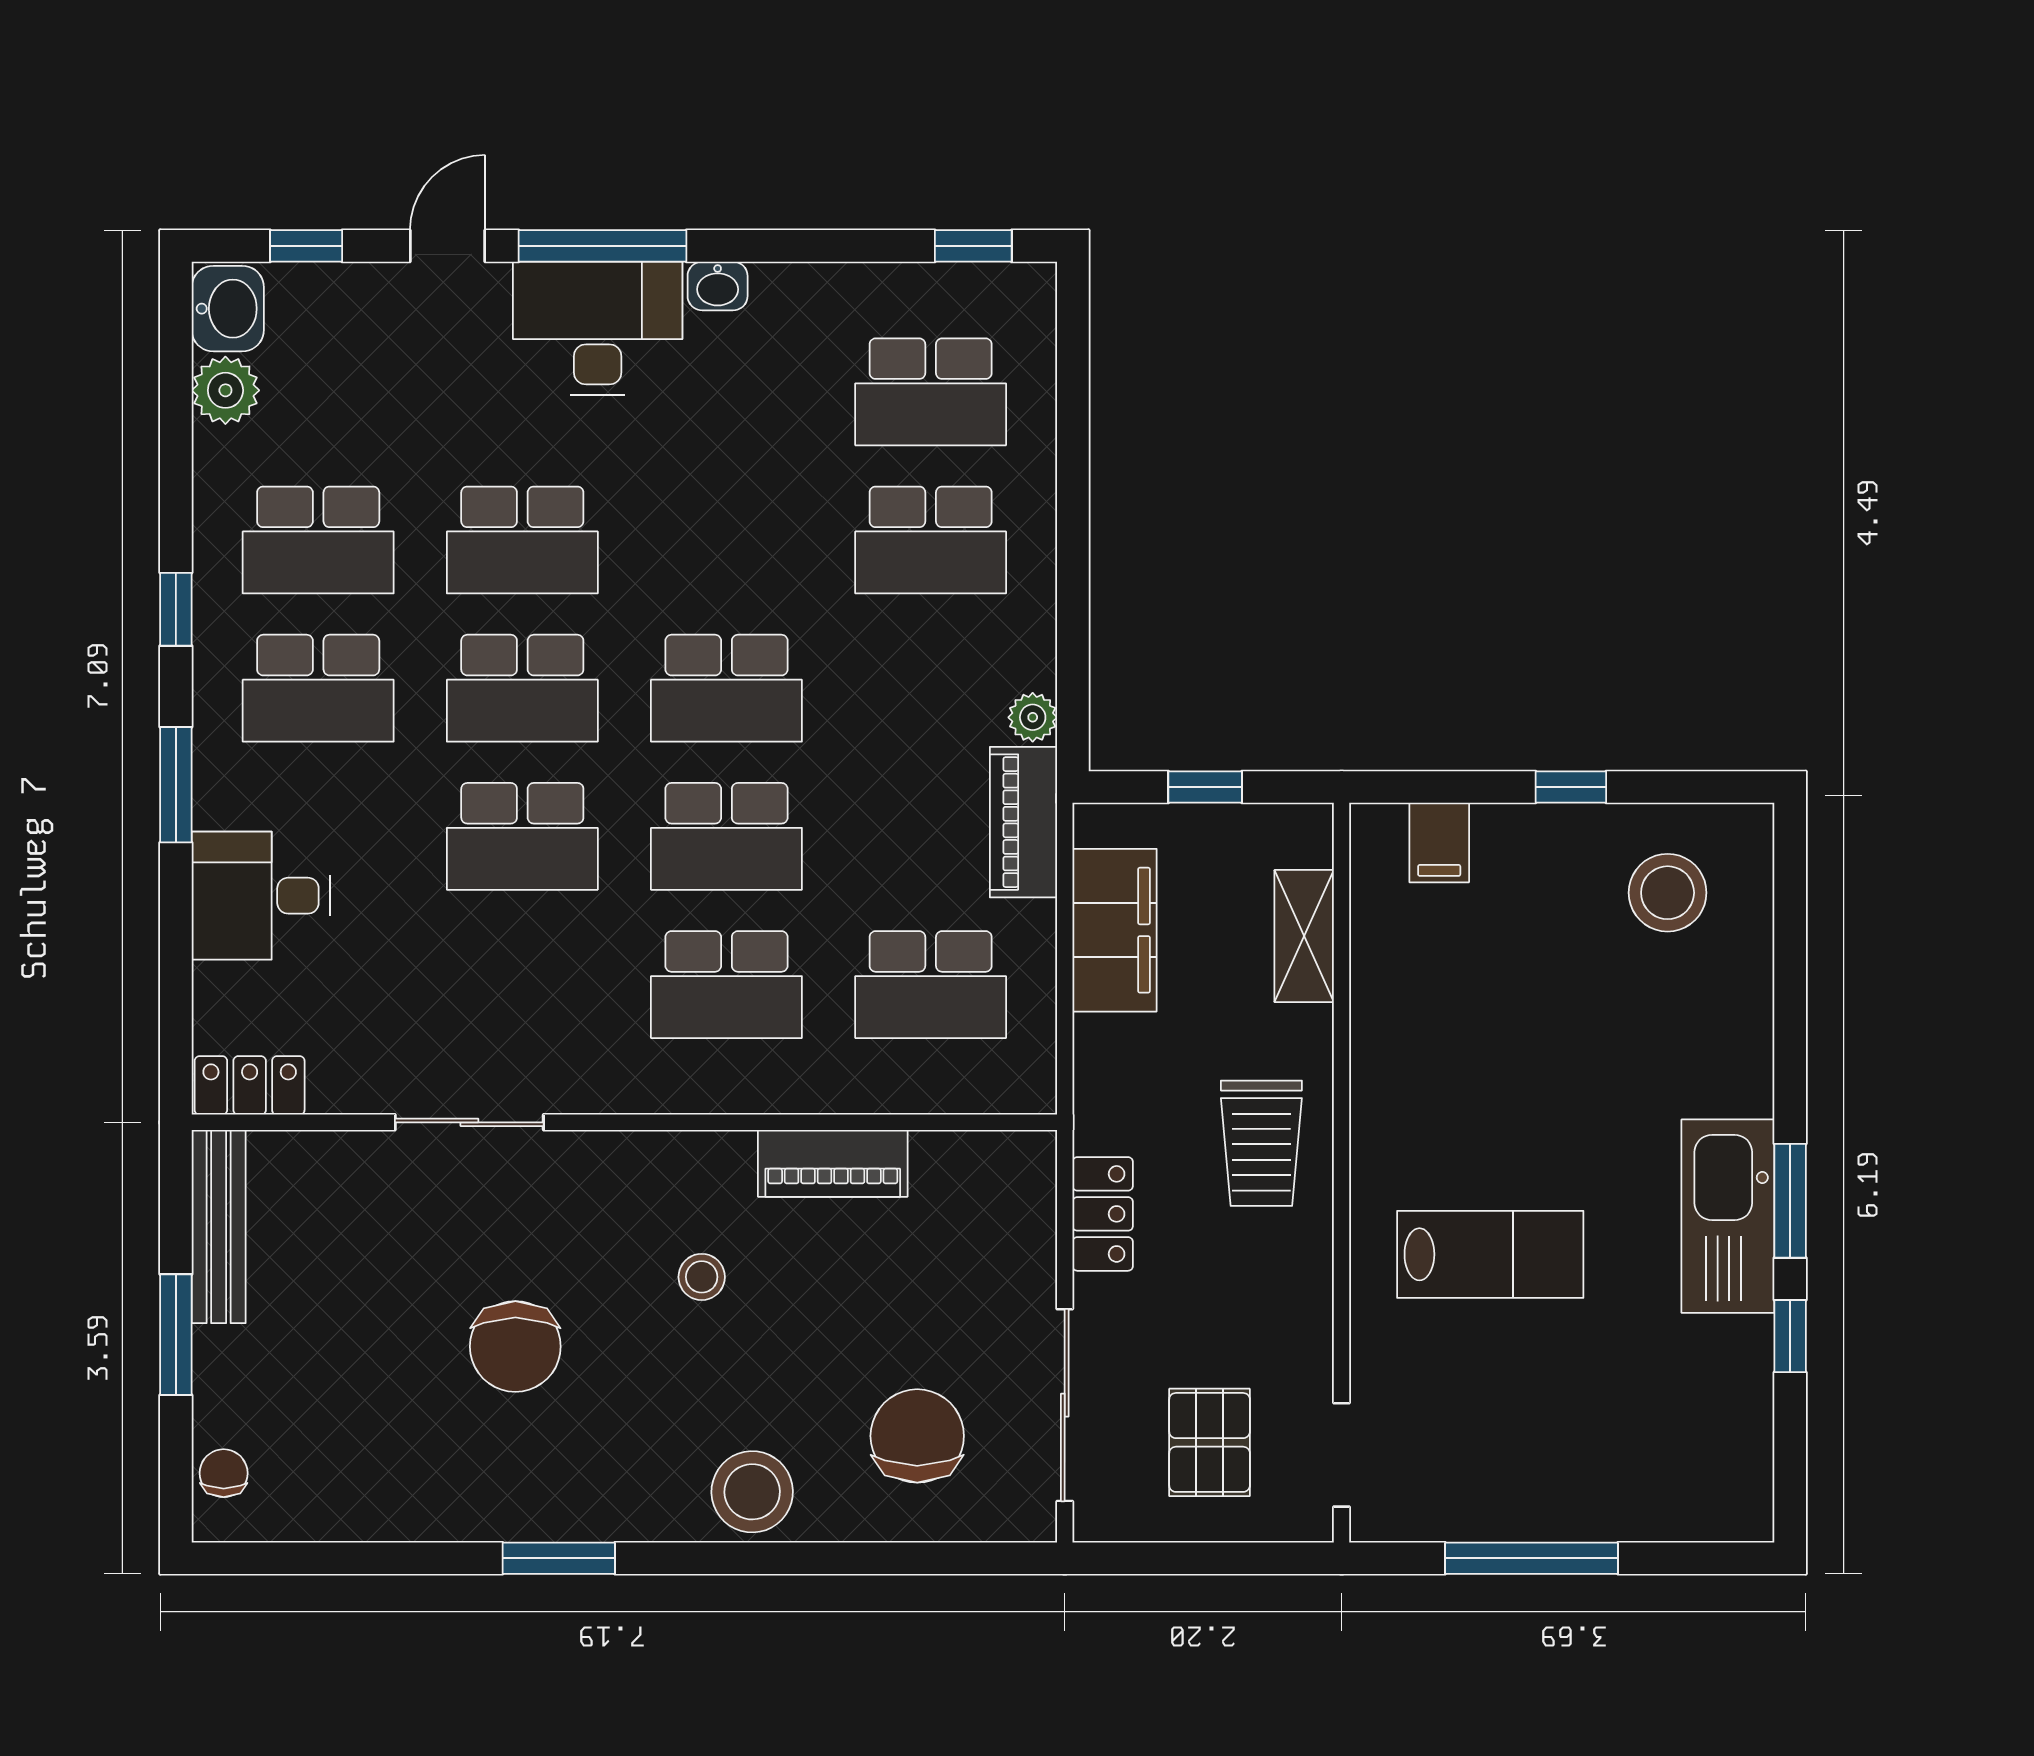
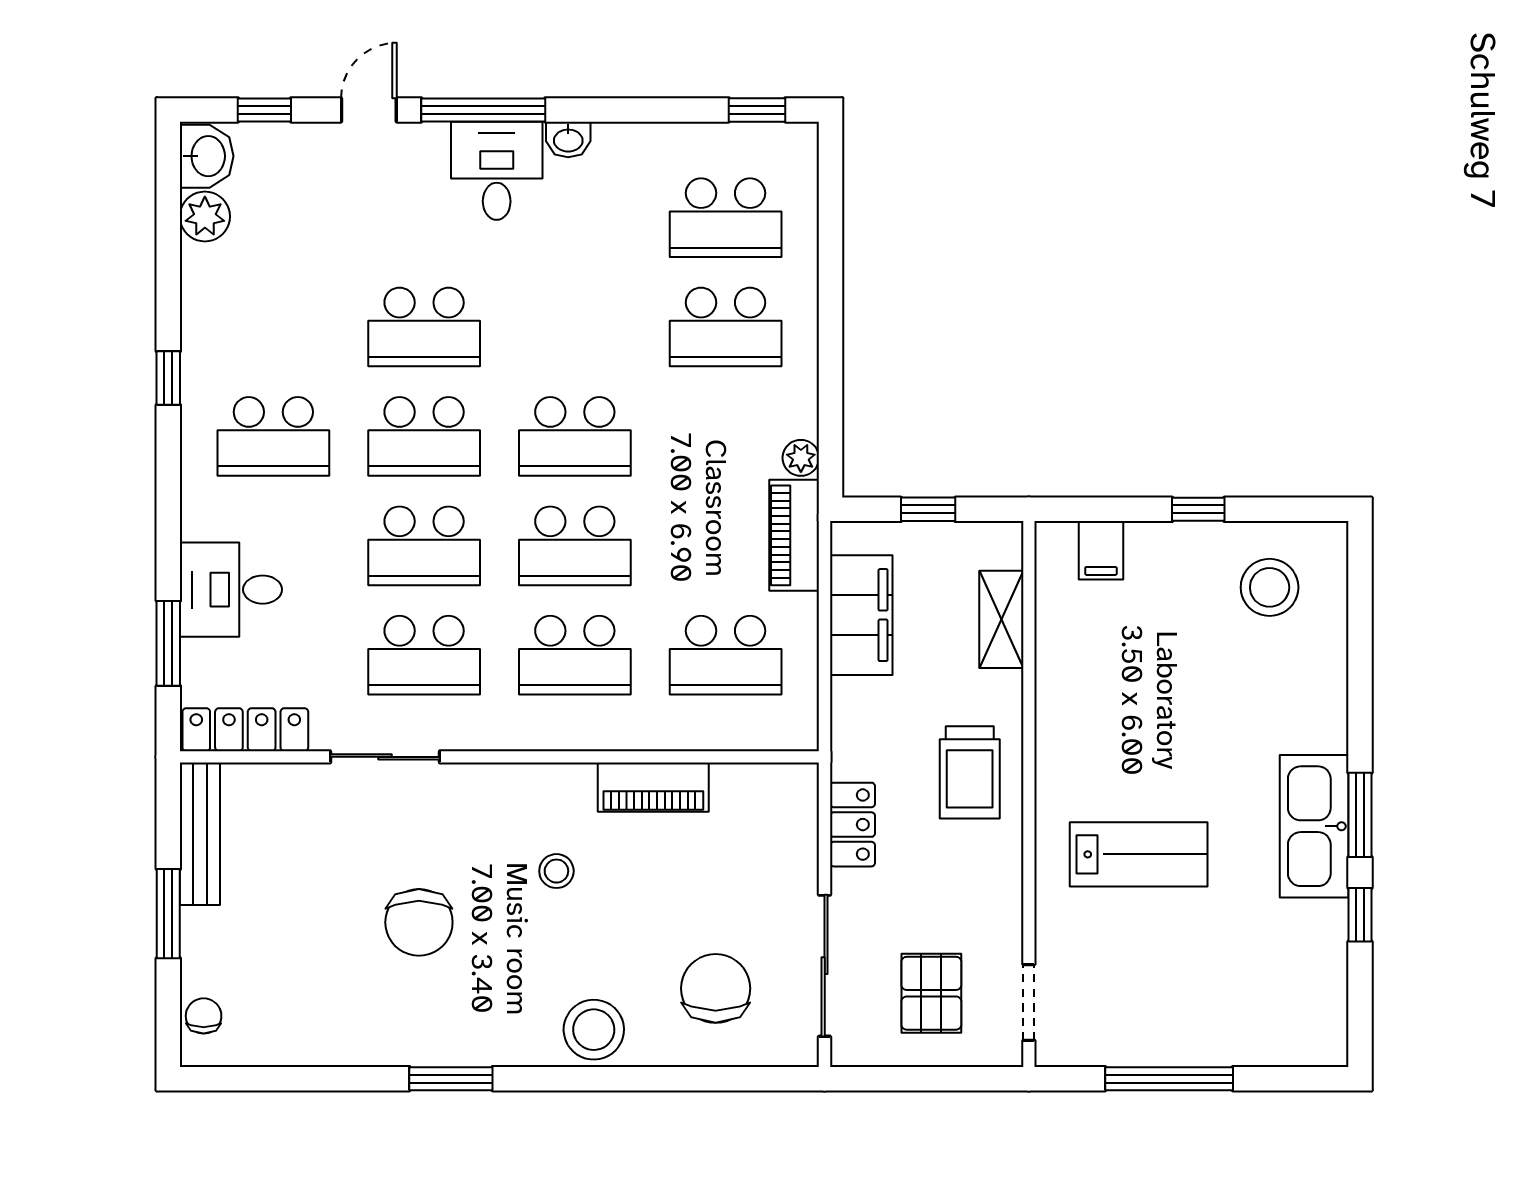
desk: (598, 328) -> (497, 171), width x0.73
school desk: (318, 540) -> (424, 655), moved
window: (176, 785) -> (168, 643), moved
locker: (250, 1085) -> (245, 730), width x1.53

